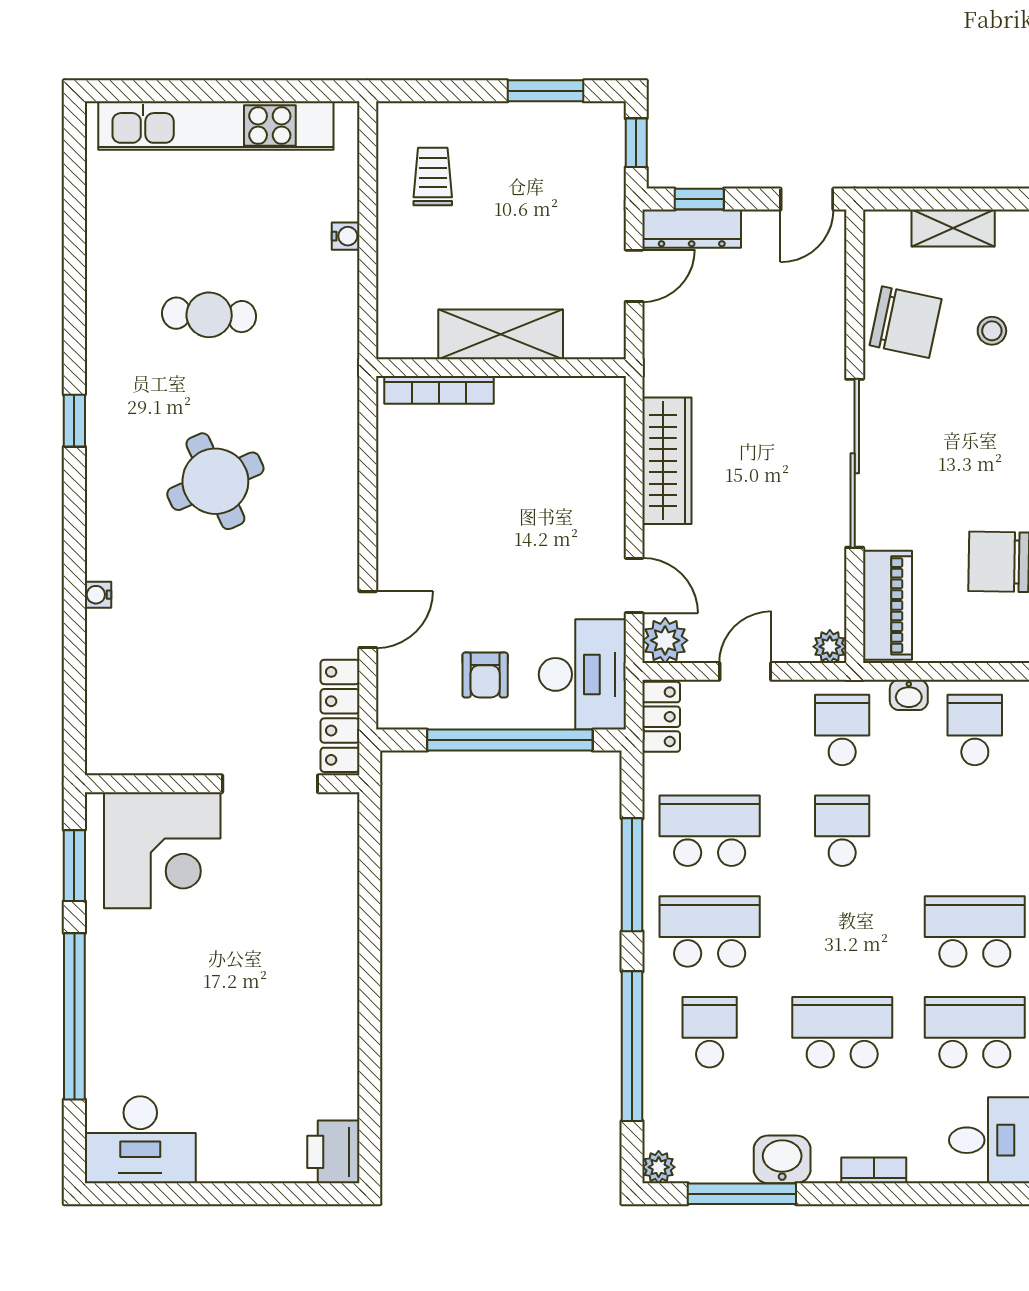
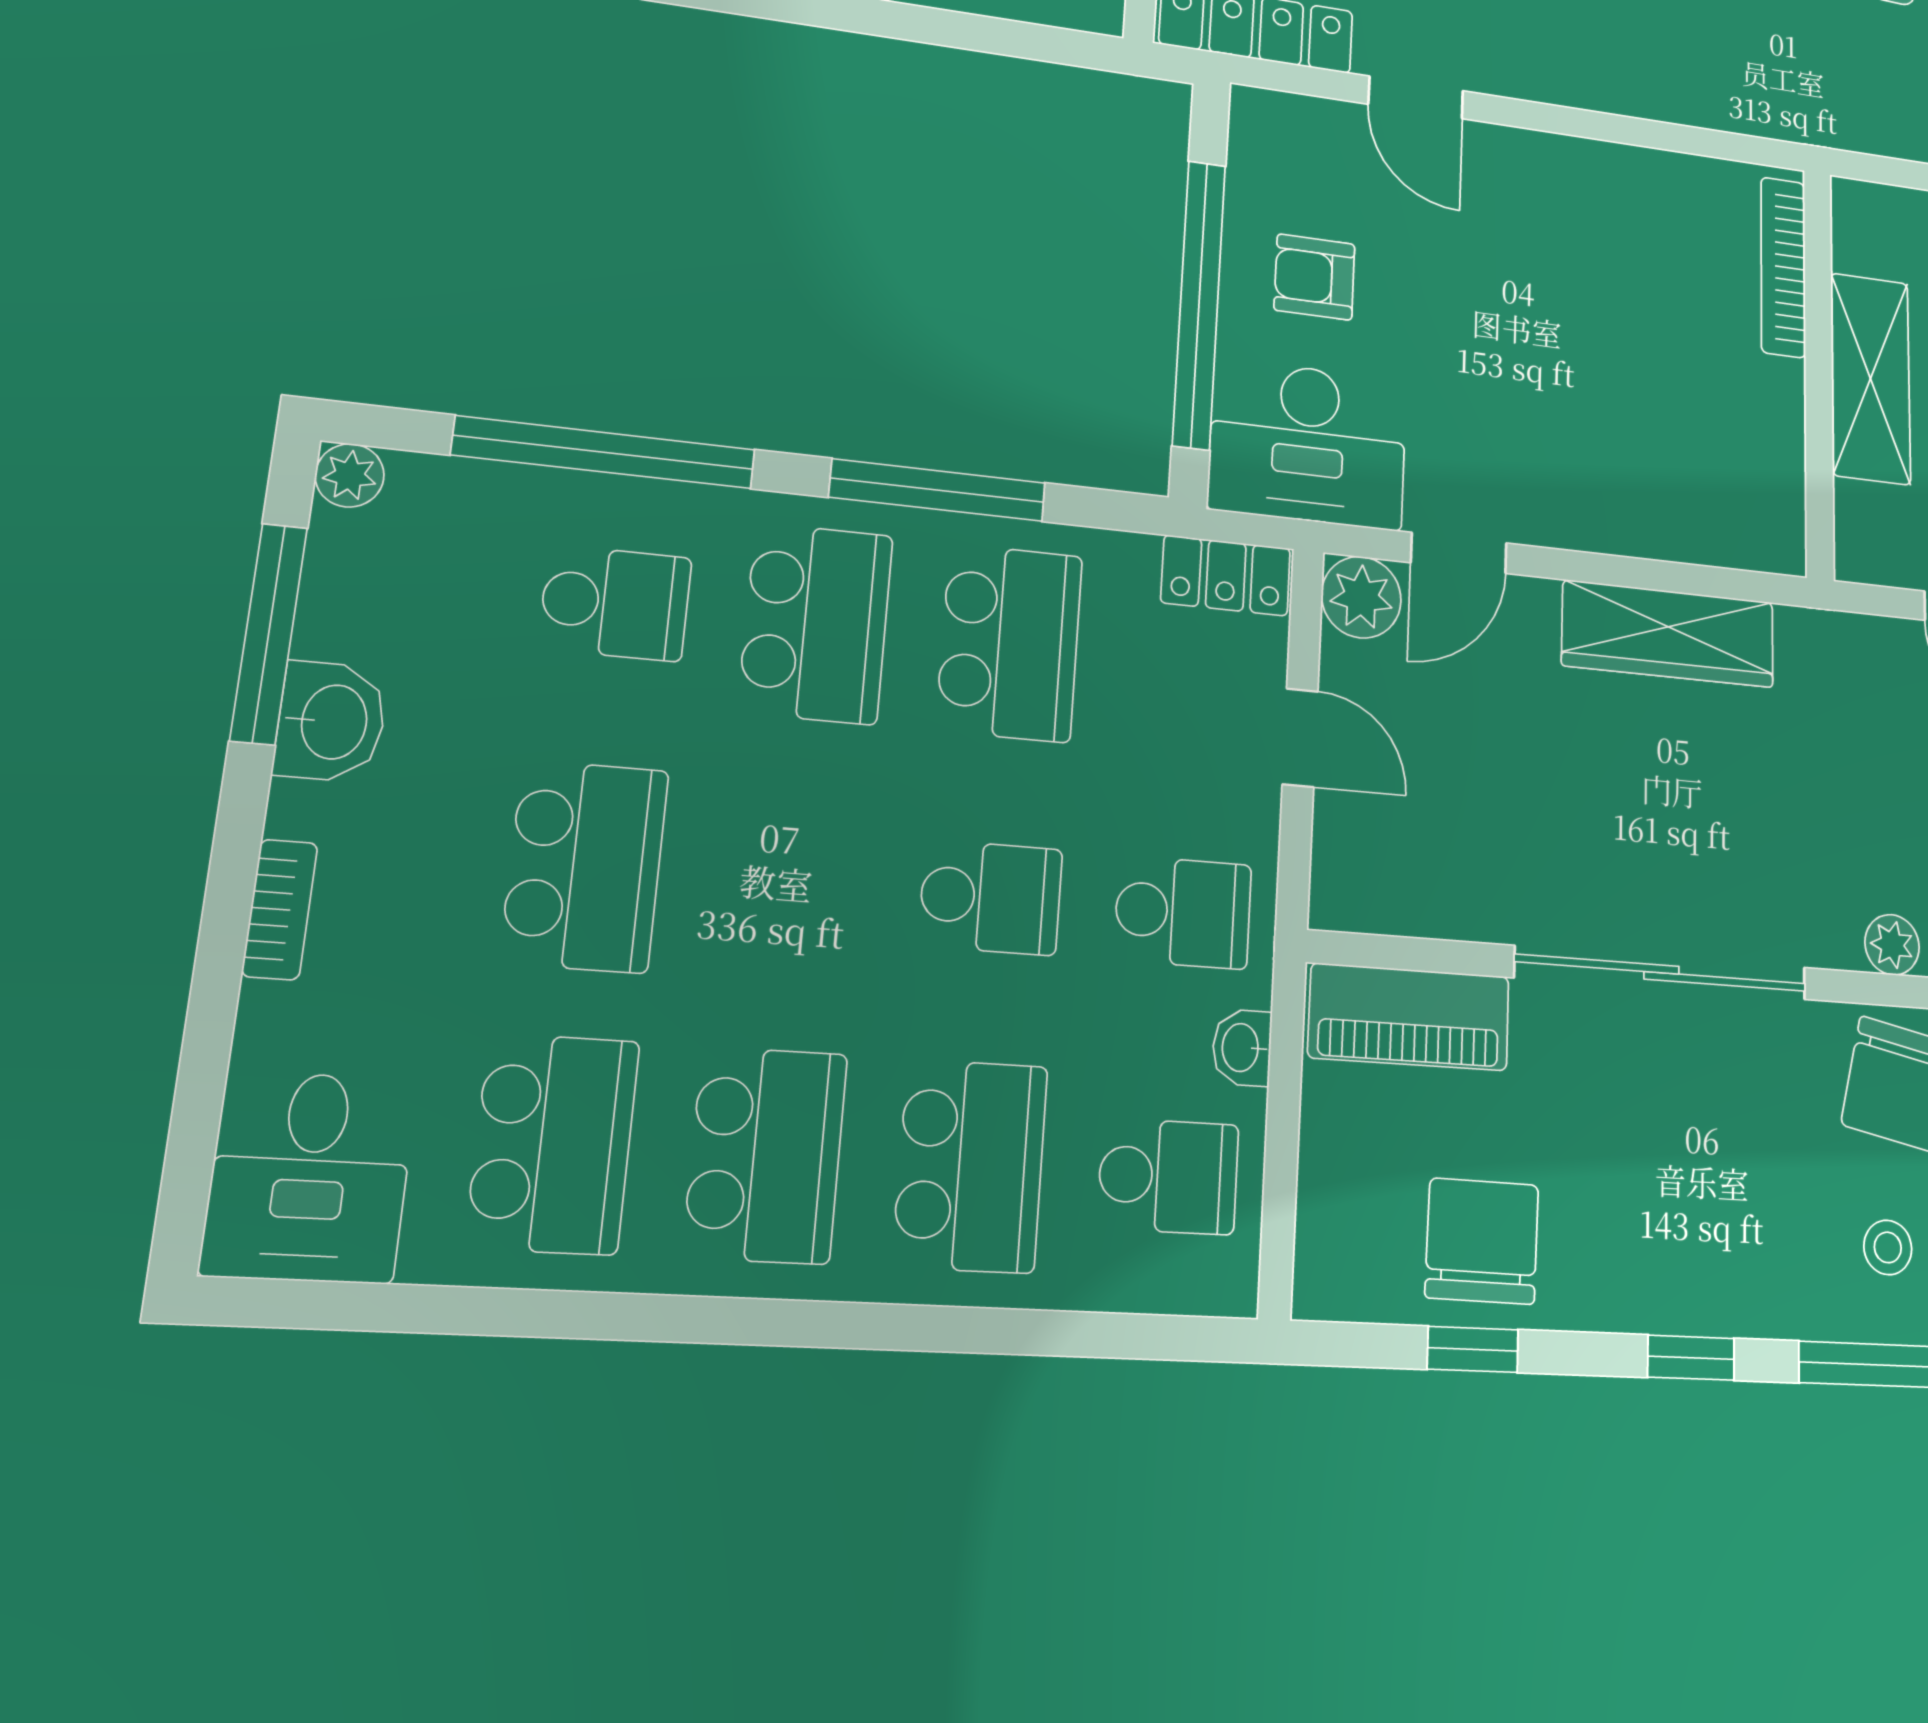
plant: (830, 647) -> (1892, 945), moved
school desk: (975, 831) -> (971, 1166), added

